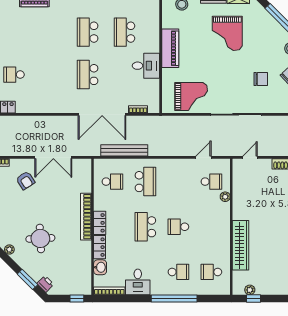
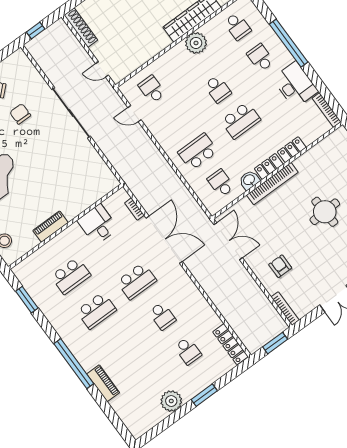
piano: (170, 48) -> (51, 227), width x0.73, depth x0.75
desk: (146, 66) -> (98, 224), moved
school desk: (51, 75) -> (162, 316), added
grand piano: (191, 96) -> (85, 168), removed
bench: (124, 150) -> (183, 194), removed
double door: (53, 157) -> (228, 241), moved
armchair: (25, 180) -> (280, 266), turned -57
plant: (225, 197) -> (196, 43), moved, width x1.88, depth x1.88
washbasin: (100, 267) -> (249, 180), moved
desk: (138, 282) -> (295, 85), width x1.37

